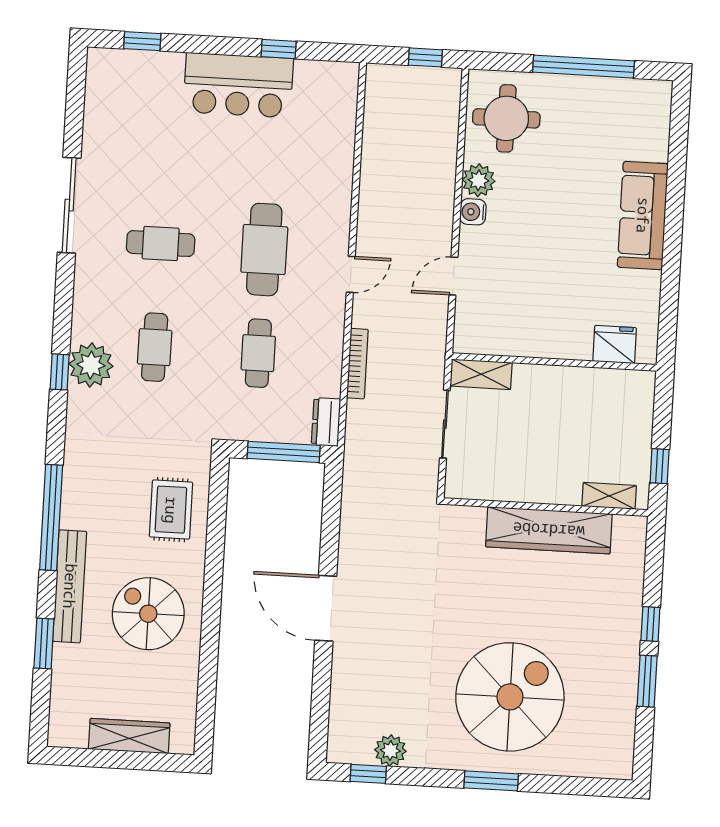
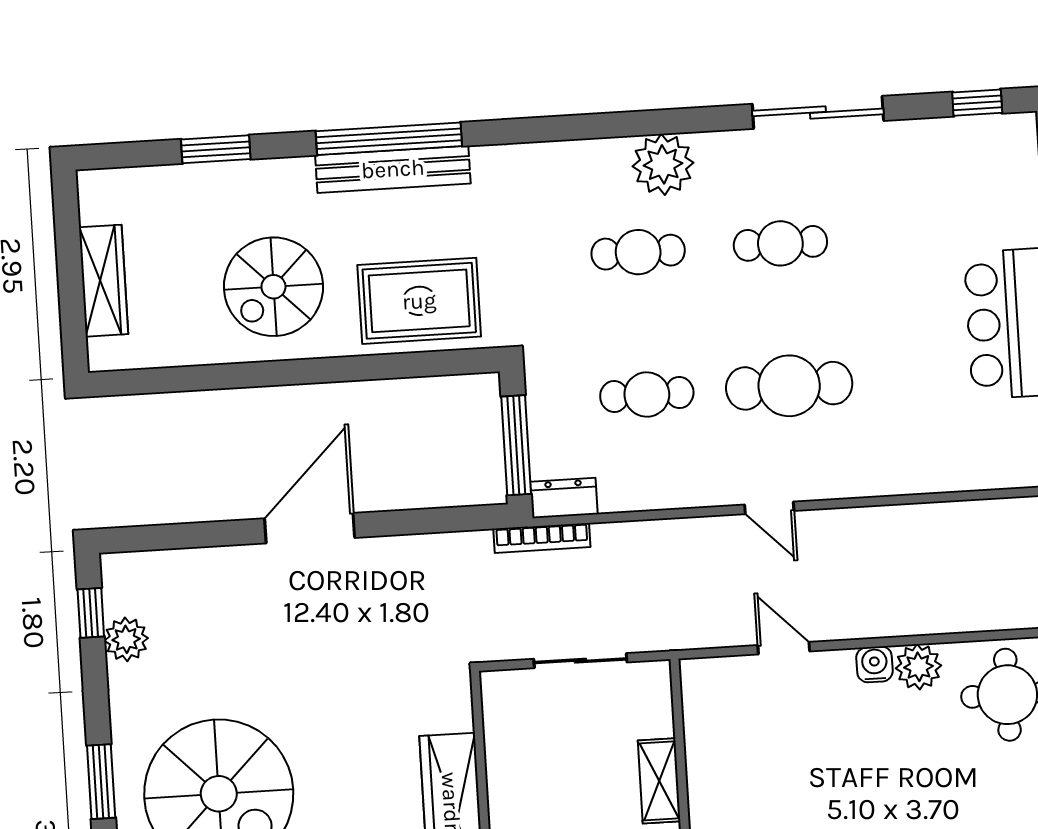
cafe table: (161, 244) -> (780, 243), turned 90
bookcase: (357, 364) -> (542, 538), moved
plant: (91, 365) -> (663, 164), moved
window: (60, 372) -> (977, 103), moved
shelving: (481, 374) -> (659, 781), moved
rug: (171, 510) -> (419, 301), width x1.36, depth x1.43
bench: (70, 586) -> (393, 169), moved
spiral stairs: (148, 614) -> (273, 287), turned 180

